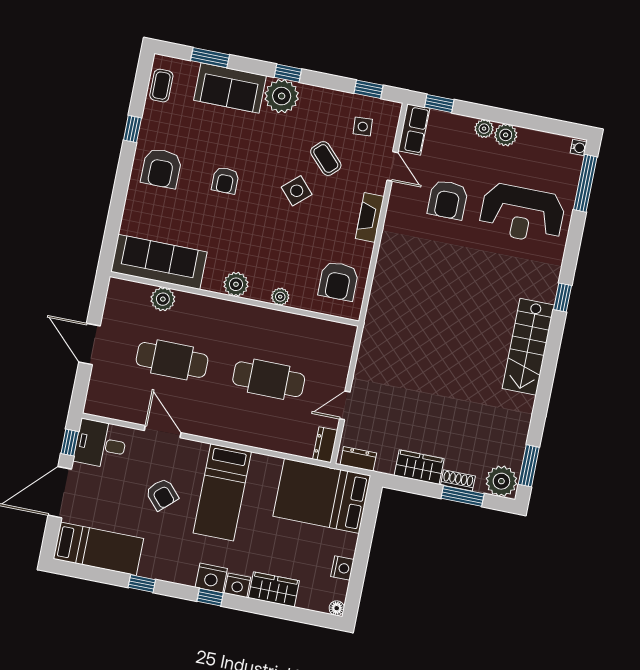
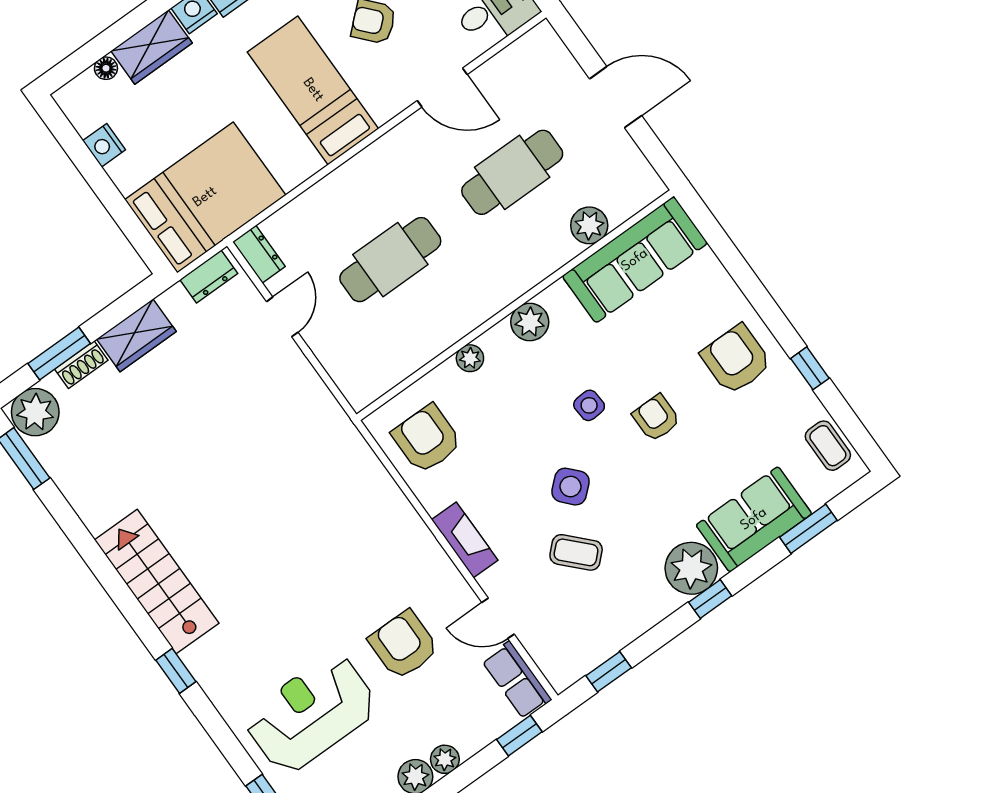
side table: (363, 127) -> (589, 405), moved
floor lamp: (337, 608) -> (106, 68), moved

